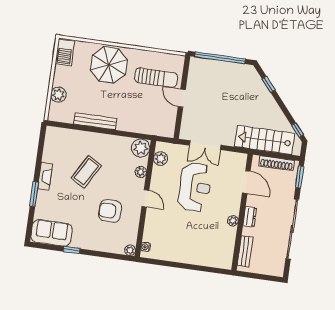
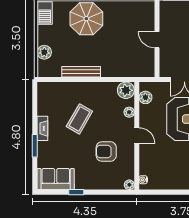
sun lounger: (156, 78) -> (131, 24), removed

